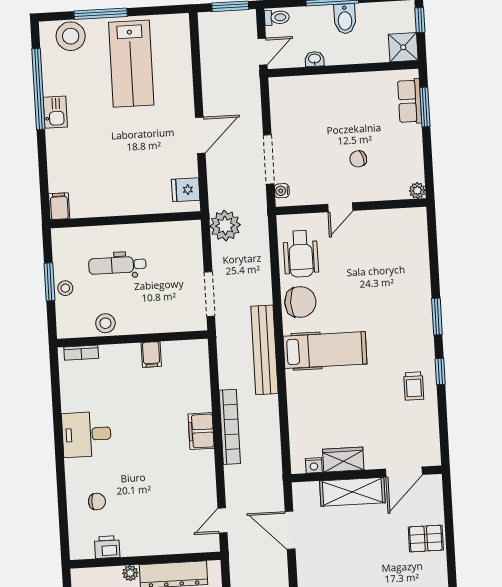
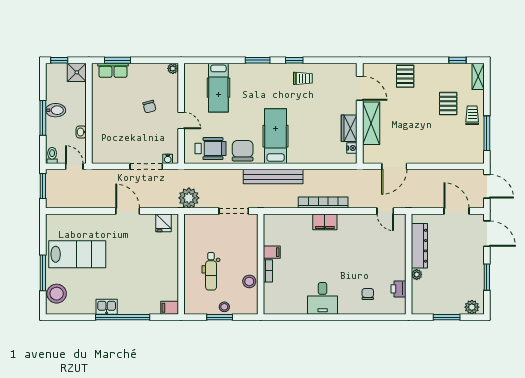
window: (38, 89) -> (123, 317), moved
hospital bed: (393, 260) -> (218, 88), added
bookcase: (81, 353) -> (268, 271), moved

